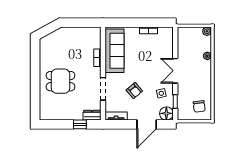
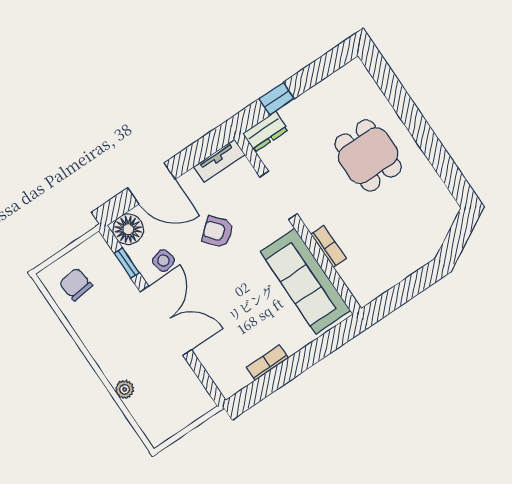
plant: (207, 31) -> (157, 435), removed
double door: (175, 71) -> (166, 321), width x1.37
dining table: (60, 81) -> (368, 155), turned 90
door: (147, 124) -> (151, 184), swing flipped

